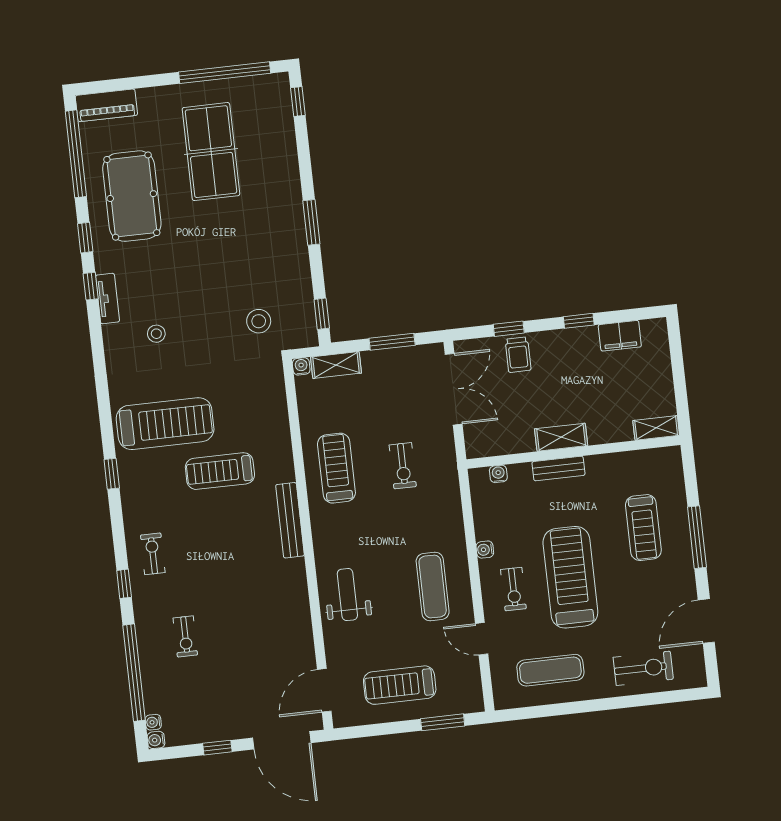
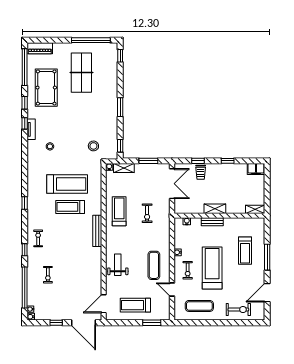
filing cabinet: (620, 336) -> (256, 169), moved
treadmill: (165, 424) -> (67, 184), moved

